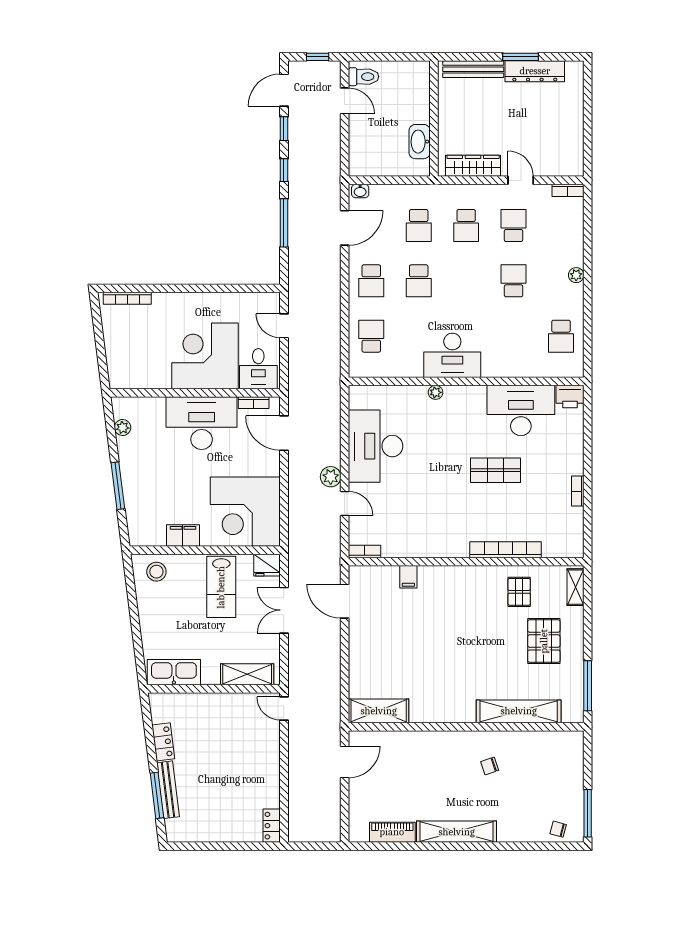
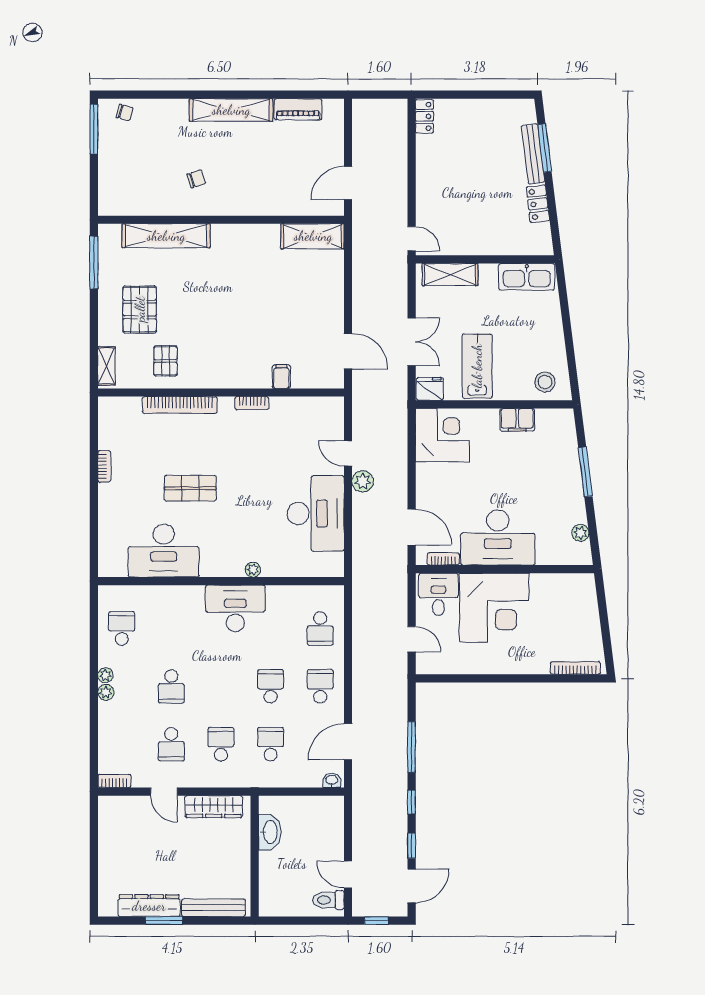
plant: (577, 291) -> (105, 675), added
printer: (570, 397) -> (112, 565), removed
corner desk: (245, 512) -> (442, 435), width x0.74, depth x0.74
bookcase: (365, 551) -> (252, 403), moved

